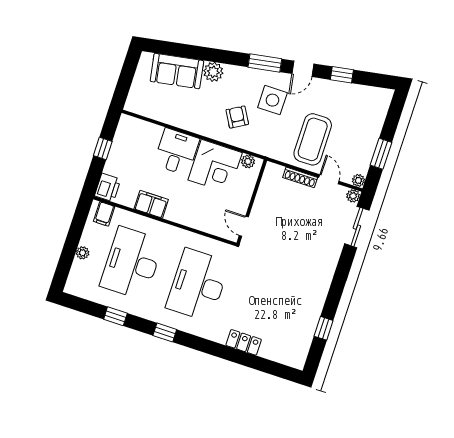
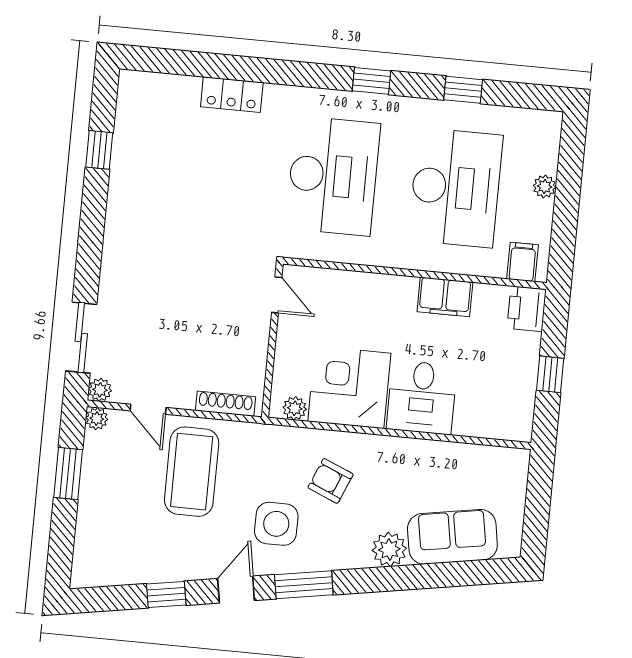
armchair: (237, 117) -> (331, 481), turned 143
shoe rack: (300, 177) -> (225, 404), moved

